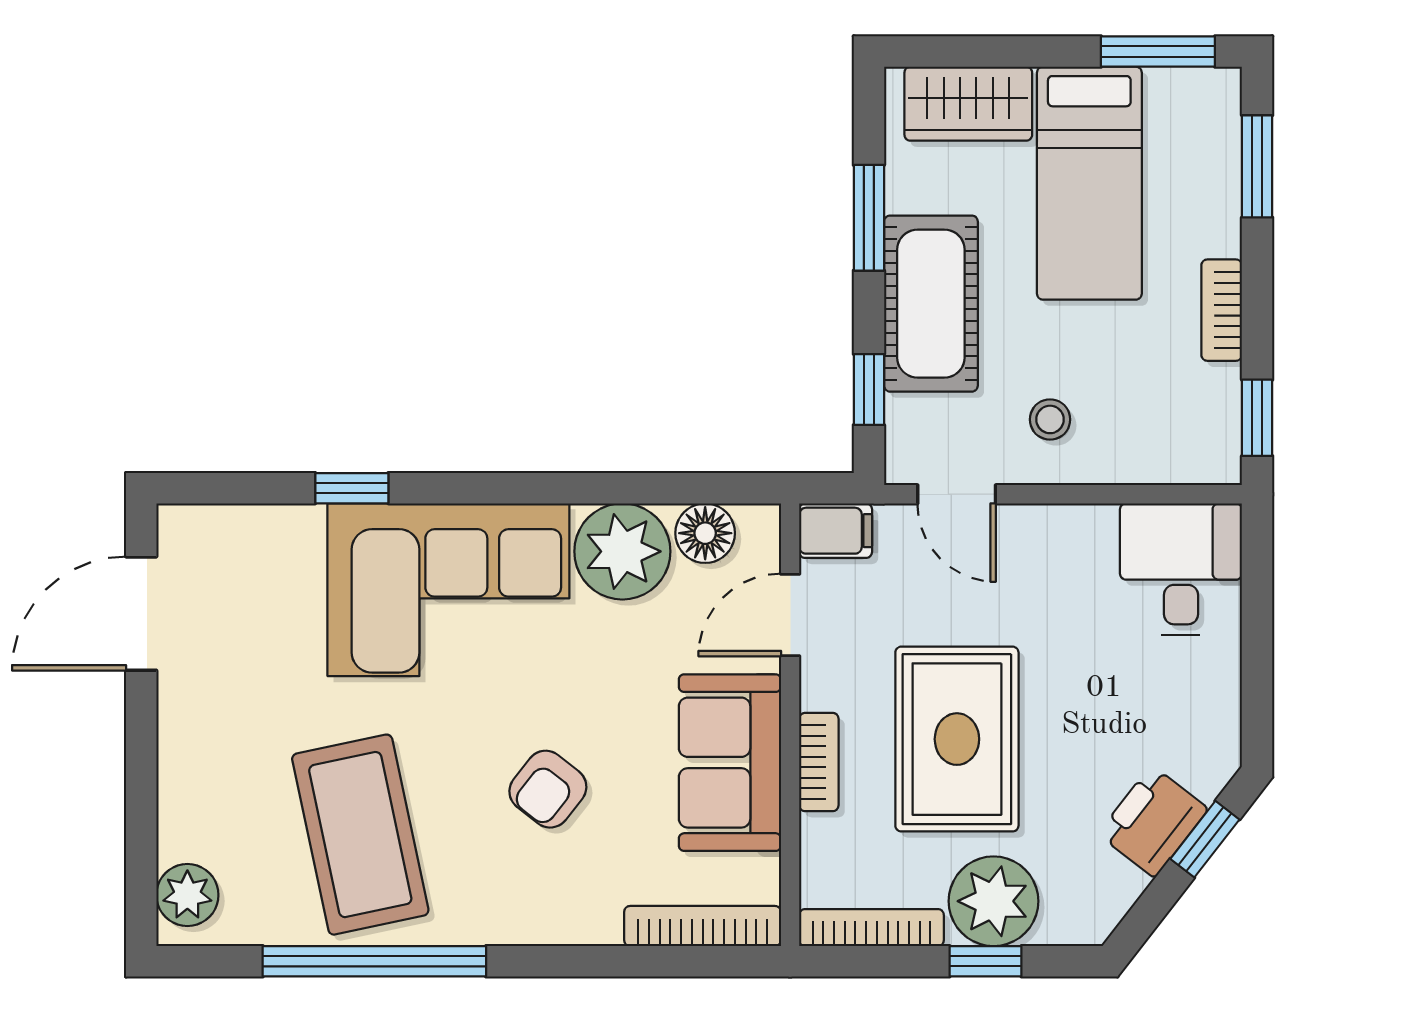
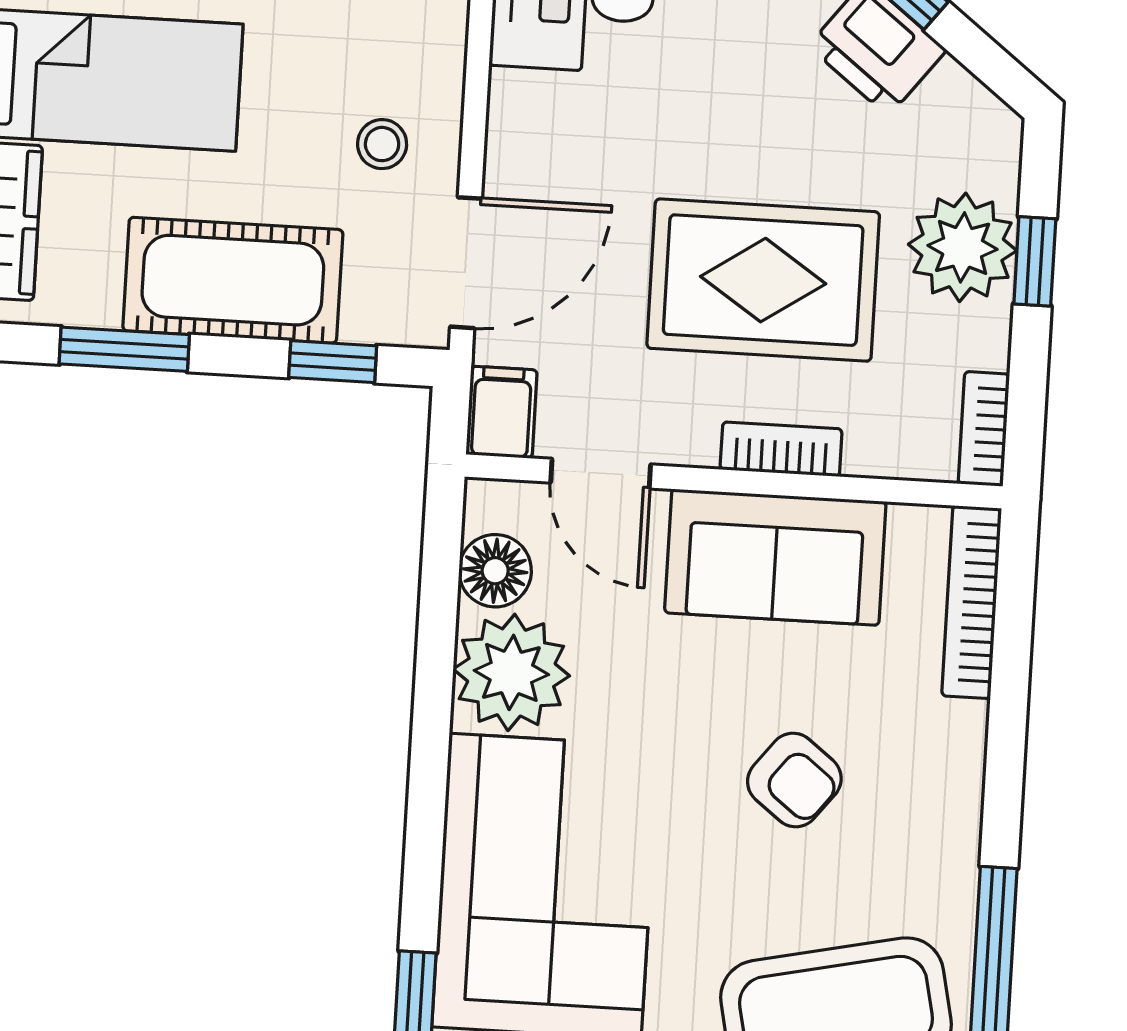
door: (957, 494) -> (466, 263), width x1.38
bookcase: (871, 928) -> (984, 429), width x0.64

